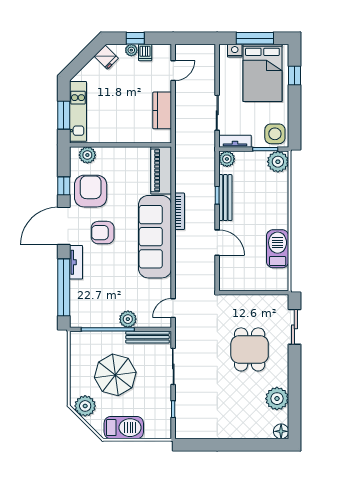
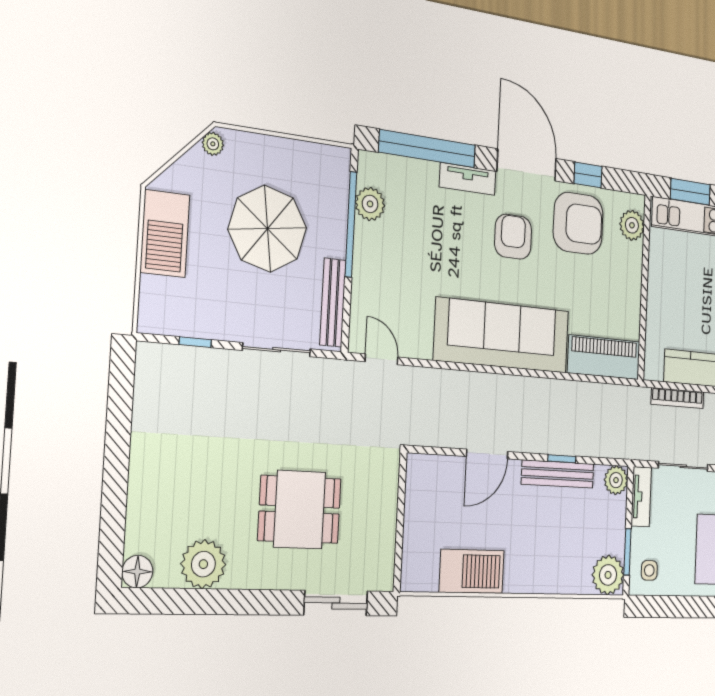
side table: (275, 134) -> (649, 570), width x0.54, depth x0.54
bookcase: (180, 211) -> (677, 398), moved
plant: (128, 319) -> (370, 204), moved
plant: (85, 406) -> (213, 144), width x0.53, depth x0.53

